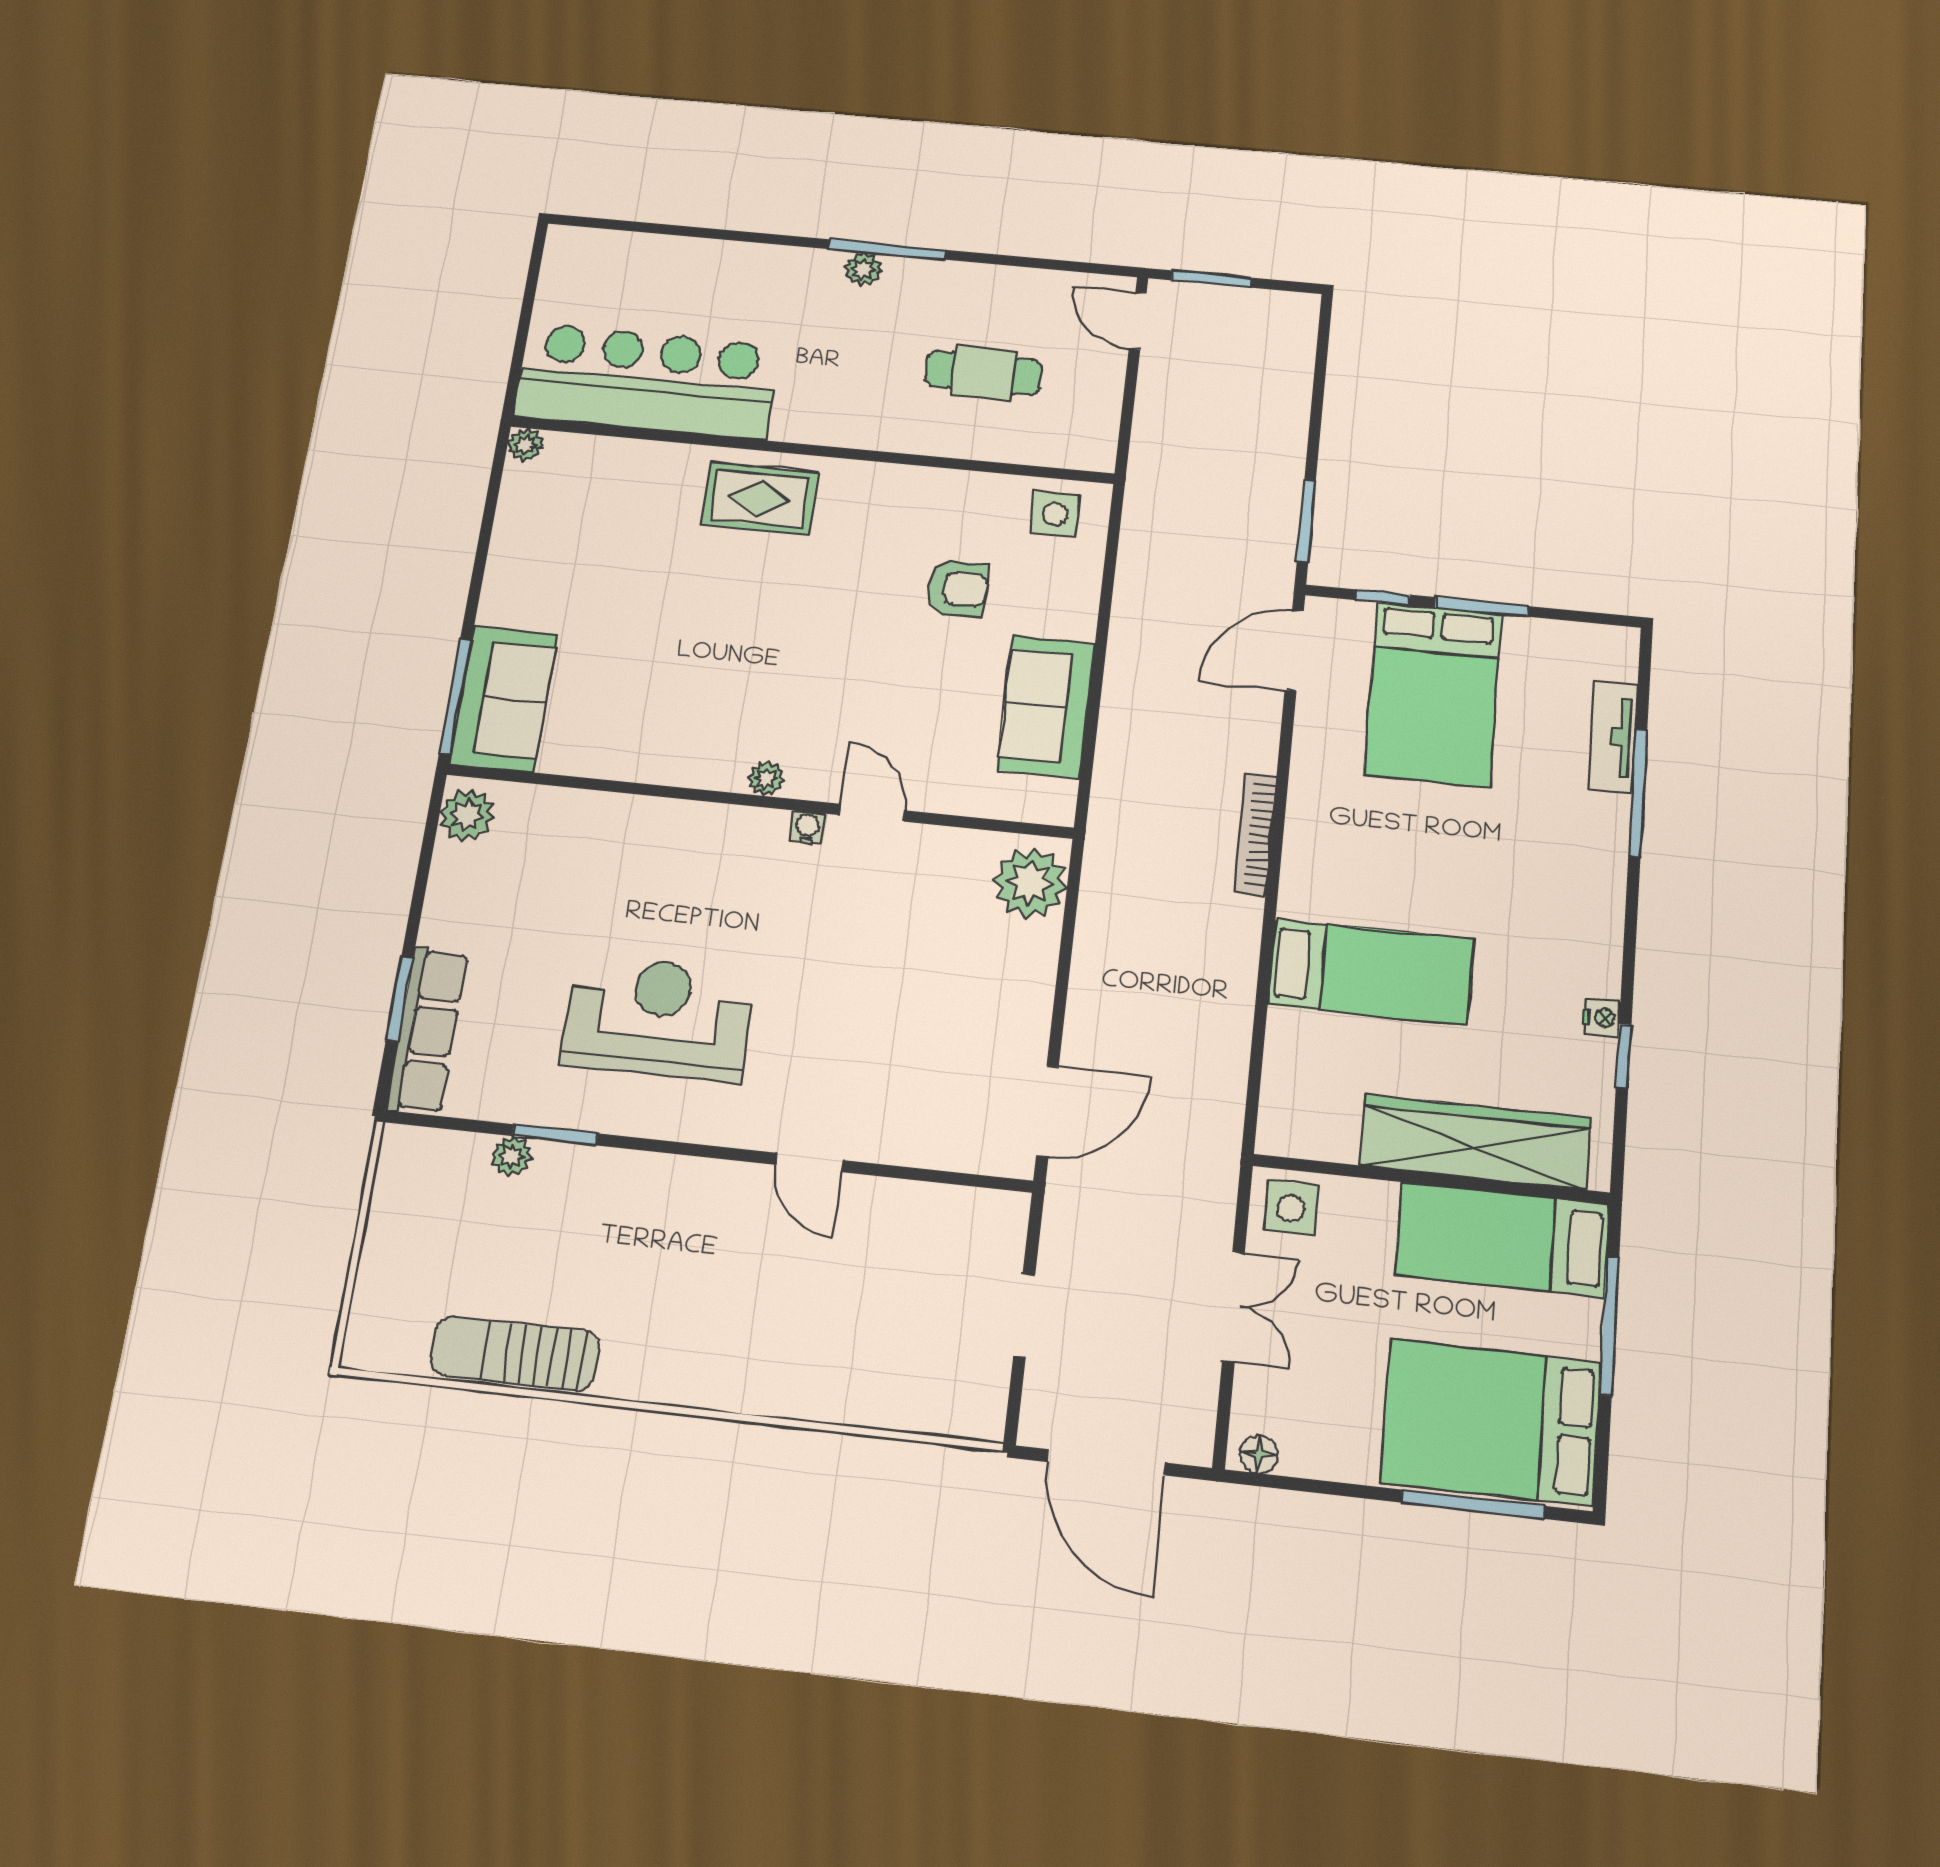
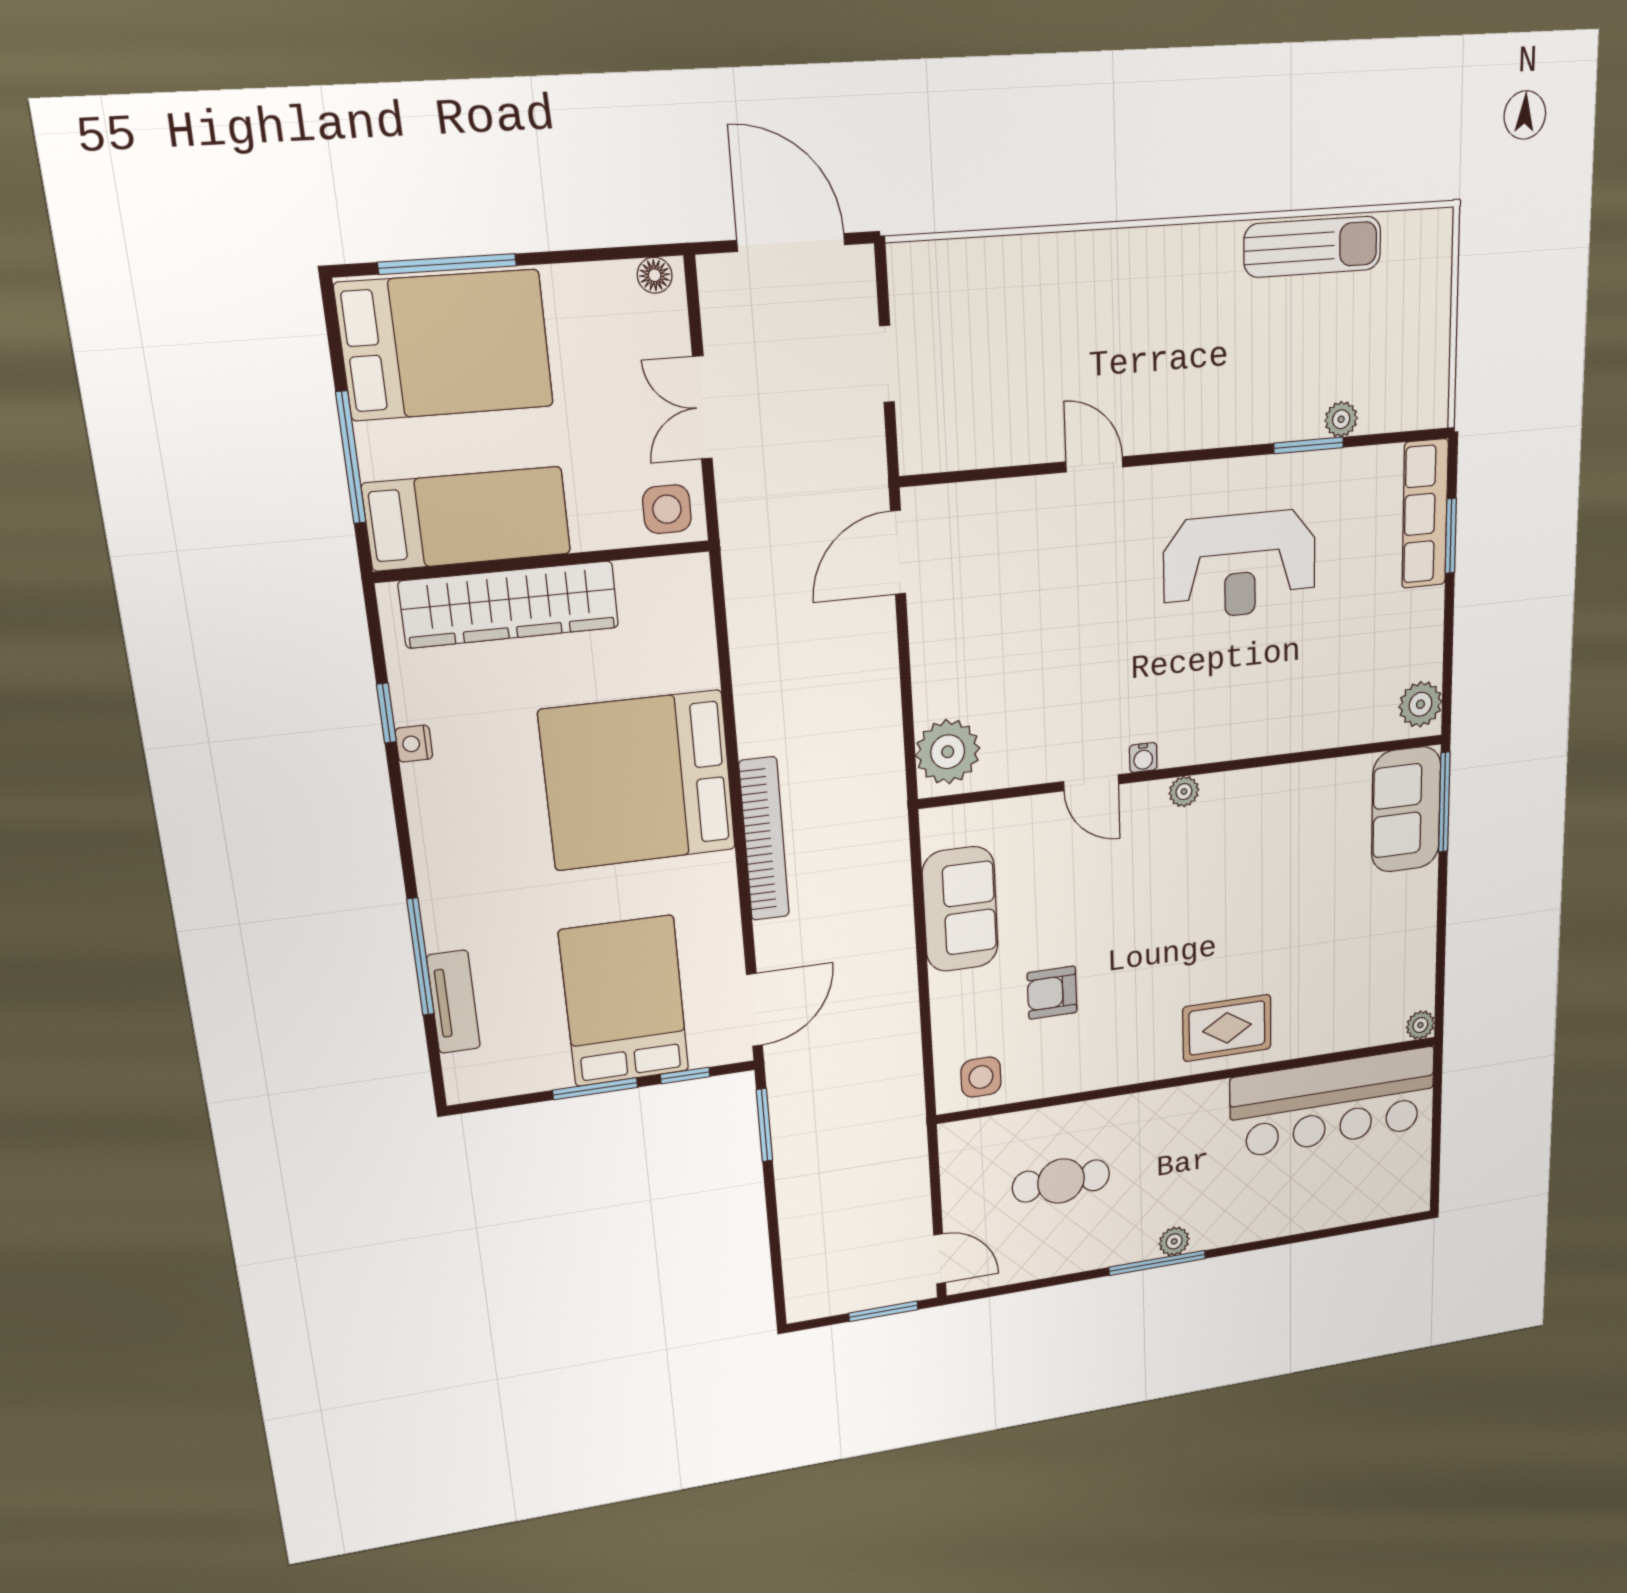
bookcase: (1255, 834) -> (764, 839), width x1.48, depth x1.31
bed: (1371, 972) -> (638, 781), width x2.04

